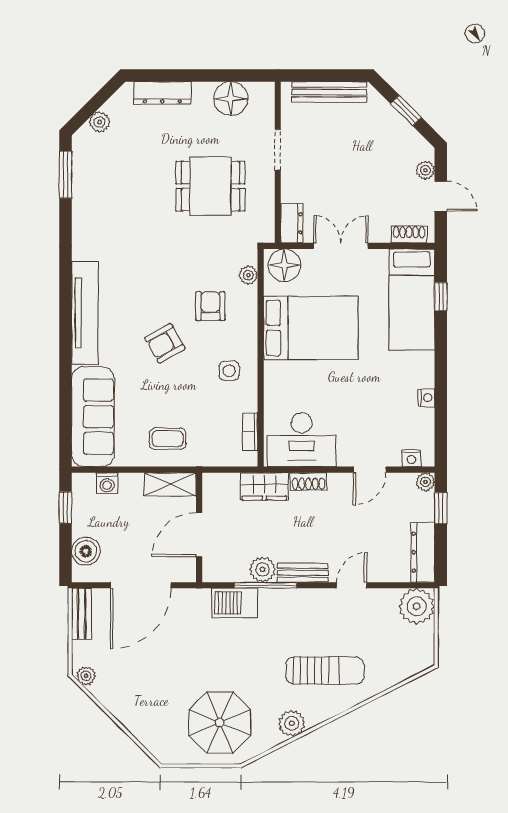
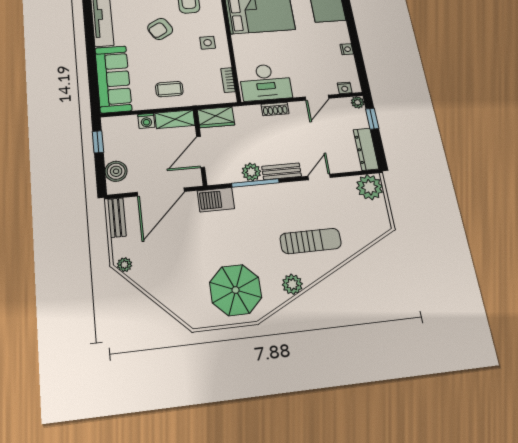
washing machine: (107, 483) -> (146, 121), moved
wardrobe: (264, 486) -> (216, 117), moved
barbecue: (235, 603) -> (216, 200), moved

